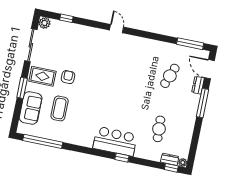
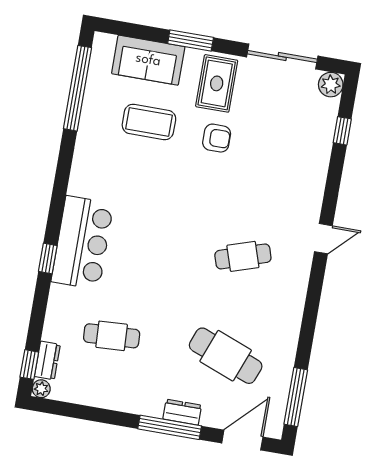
cafe table: (124, 66) -> (243, 256), added
cafe table: (170, 76) -> (226, 356), width x1.37, depth x1.35
dresser: (198, 85) -> (182, 412), moved

